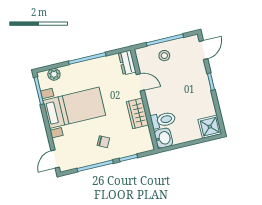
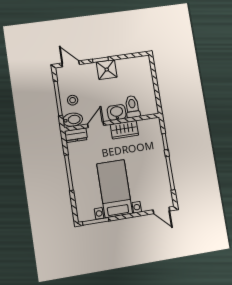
bidet: (143, 57) -> (73, 120), added
plant: (54, 74) -> (81, 206), removed
shower: (210, 127) -> (107, 70), moved
washbasin: (163, 138) -> (117, 112), moved
chair: (103, 142) -> (148, 164), removed

